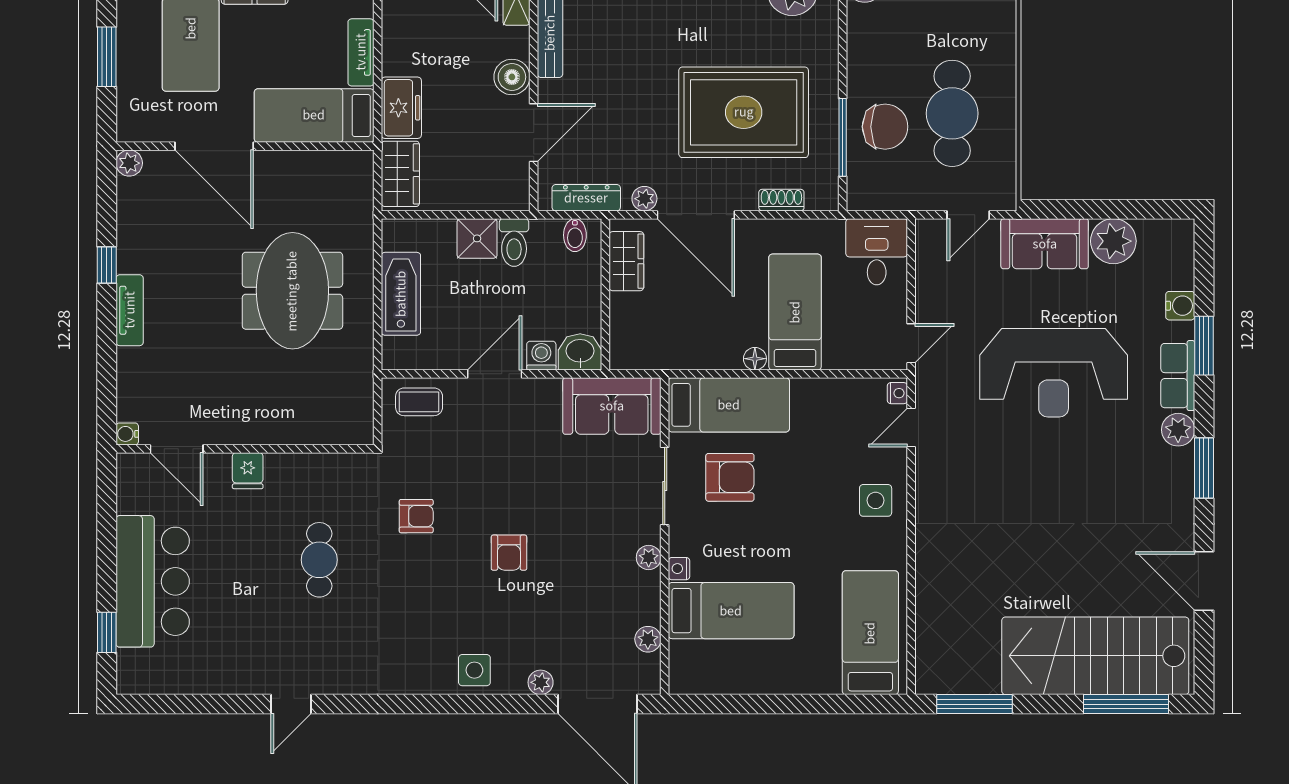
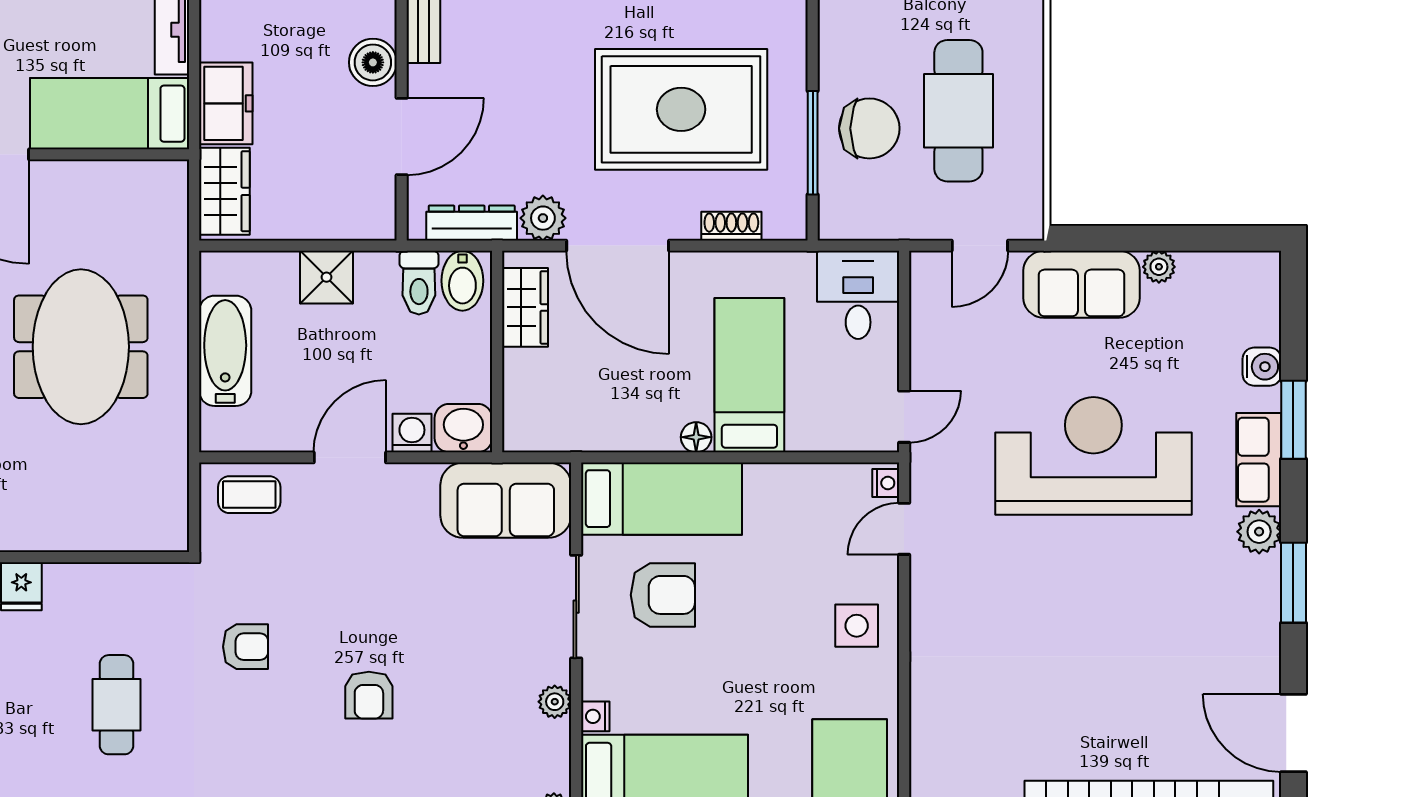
plant: (644, 199) -> (543, 218), width x1.38, depth x1.38
bidet: (575, 235) -> (462, 281), width x1.38, depth x1.36
plant: (1113, 241) -> (1159, 267), width x0.53, depth x0.53
toilet: (514, 242) -> (419, 283), moved
reception desk: (1054, 373) -> (1093, 456), turned 180

